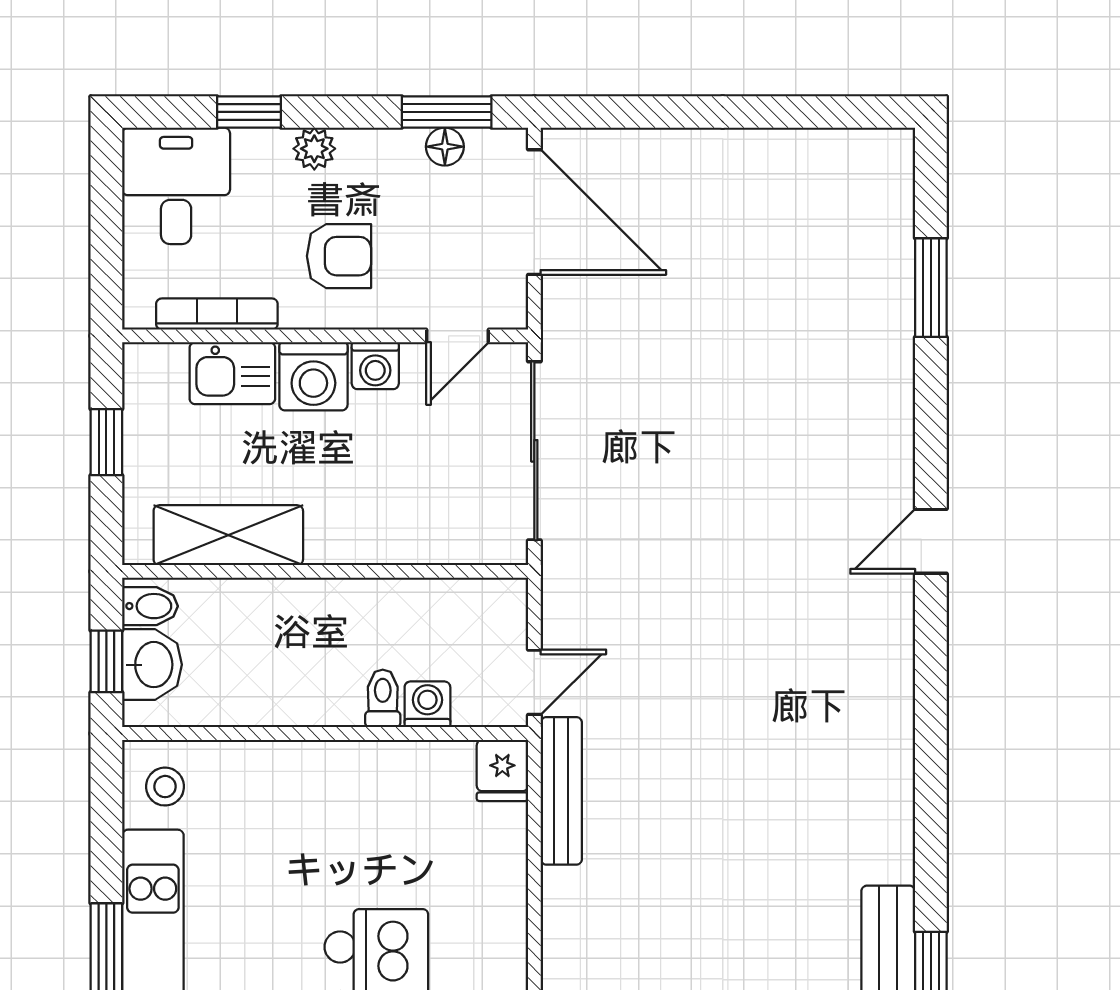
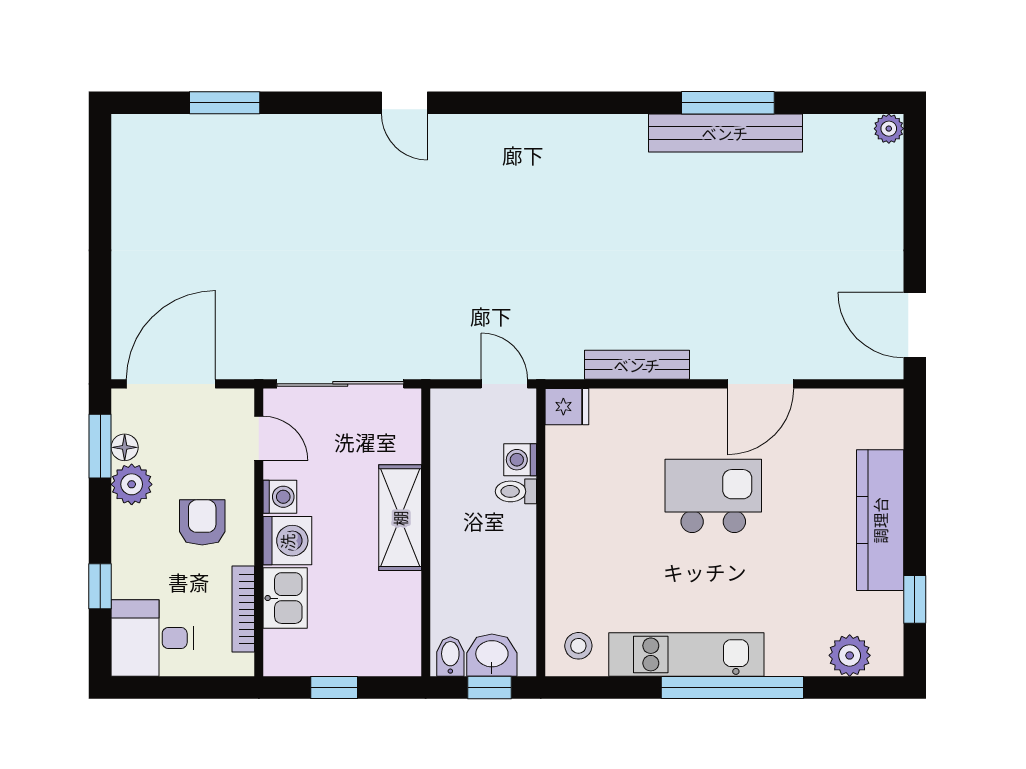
plant: (314, 149) -> (132, 484), moved, width x1.38, depth x1.38
shelving: (228, 535) -> (400, 518), moved
bench: (561, 791) -> (637, 365), moved

